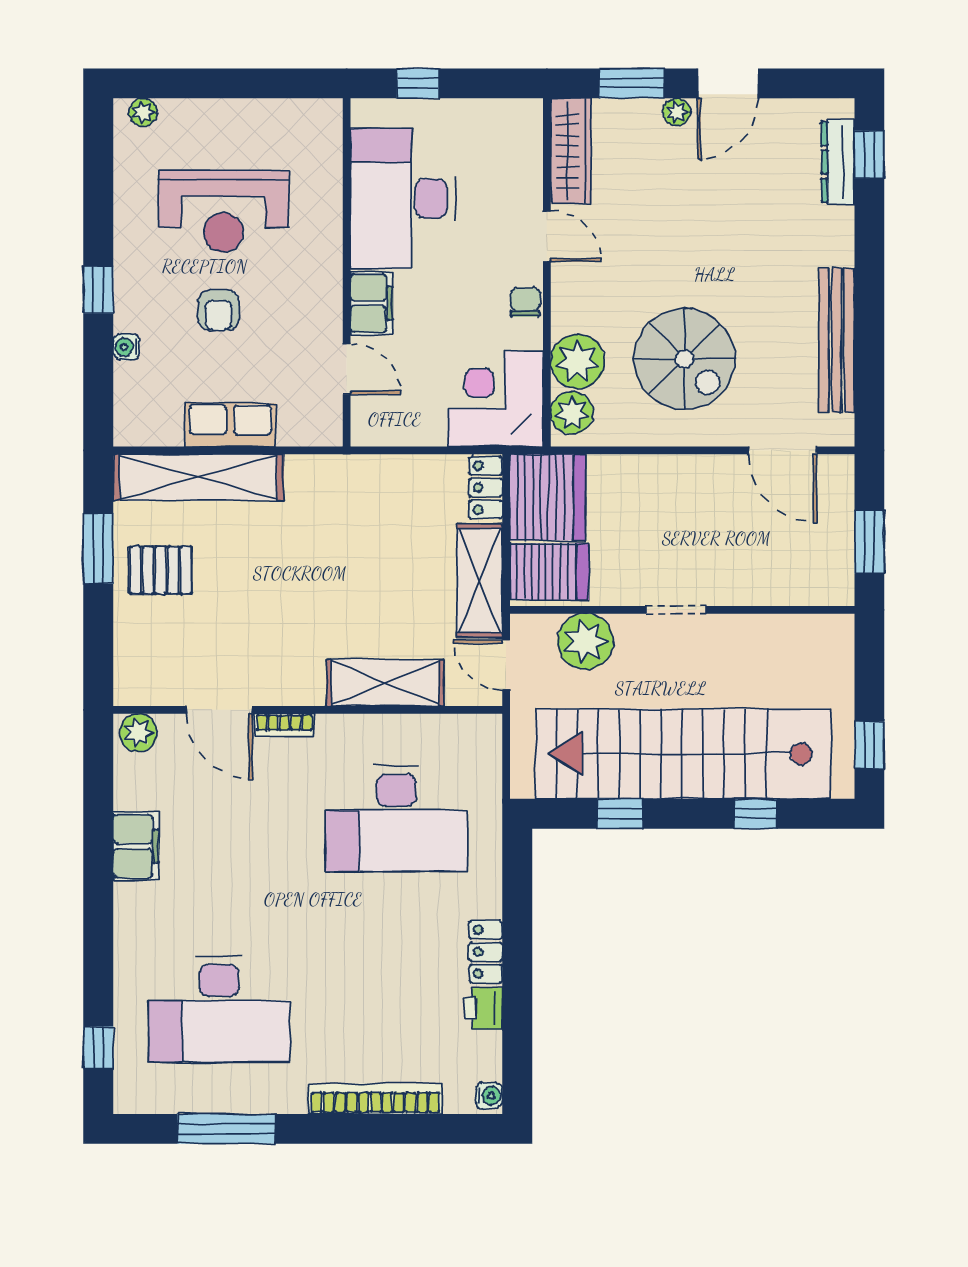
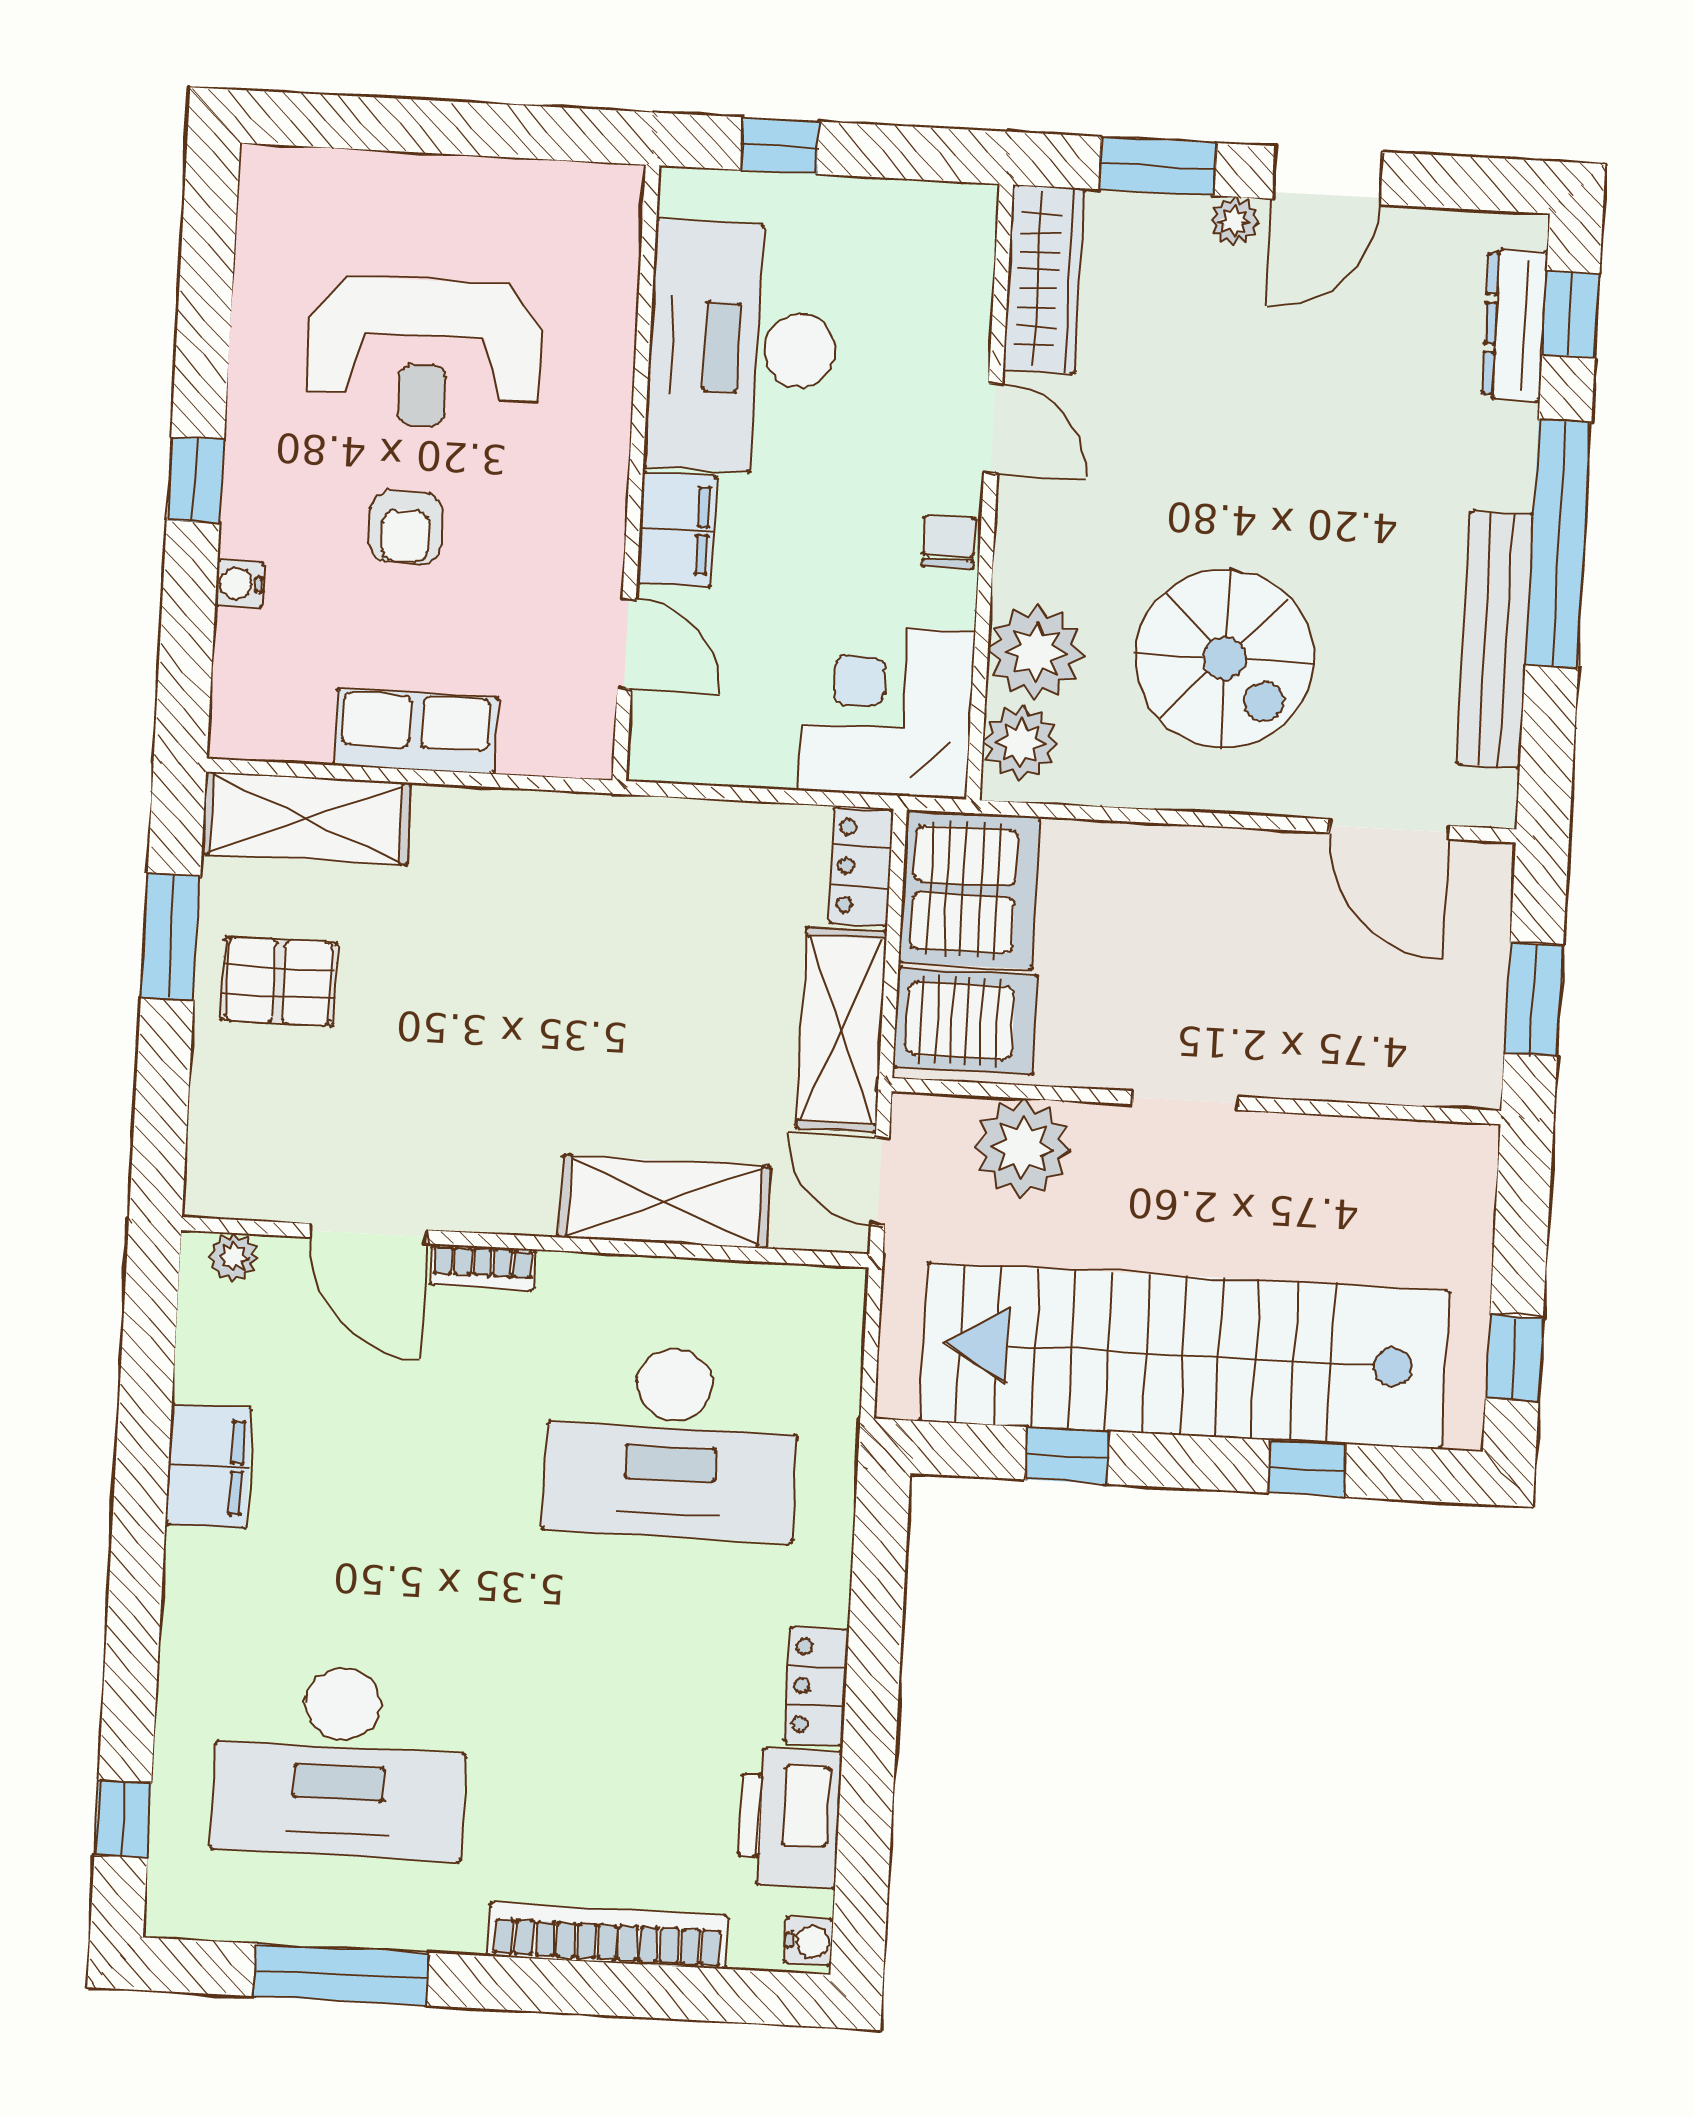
plant: (143, 112) -> (292, 170), removed
window: (869, 284) -> (1558, 544), added
shelving: (198, 477) -> (306, 818), width x0.68
plant: (138, 733) -> (233, 1257), width x0.73, depth x0.73
printer: (483, 1008) -> (789, 1817), width x1.87, depth x1.48

